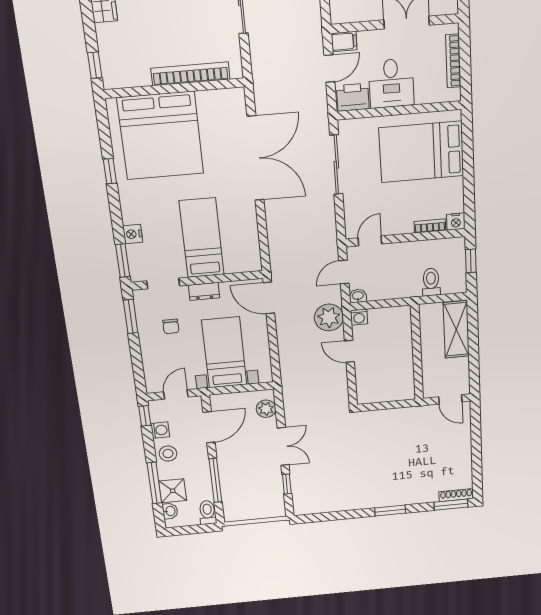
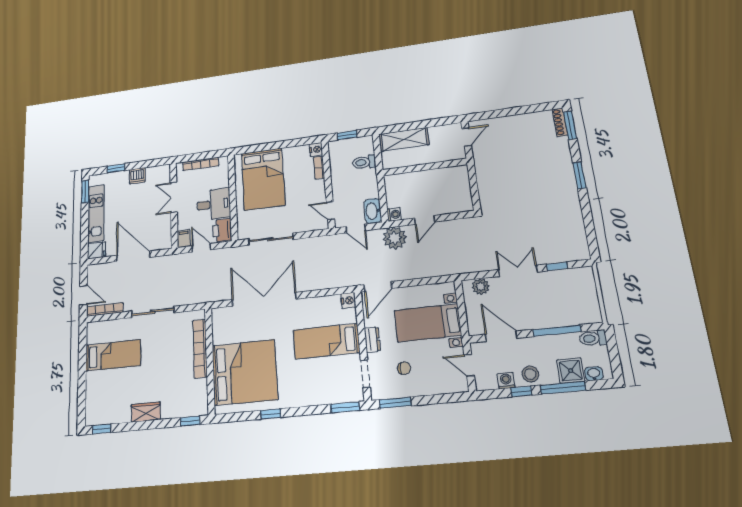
nightstand: (133, 234) -> (348, 301), moved, turned -90
washbasin: (358, 296) -> (373, 211), width x1.91, depth x1.45
window: (145, 416) -> (521, 392), moved

